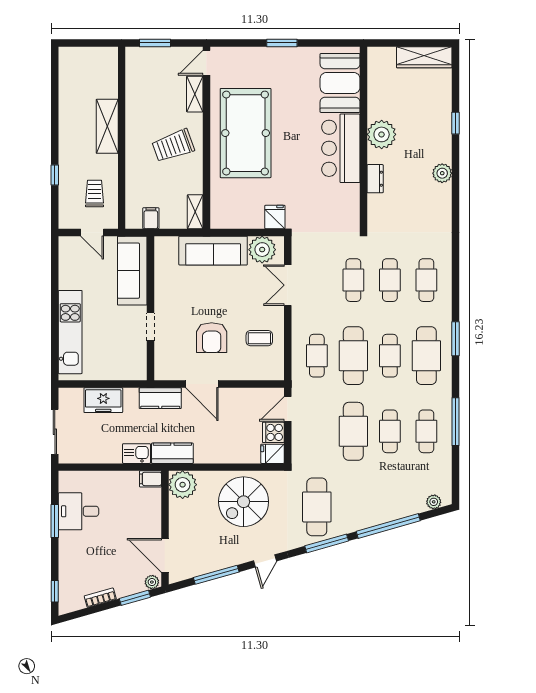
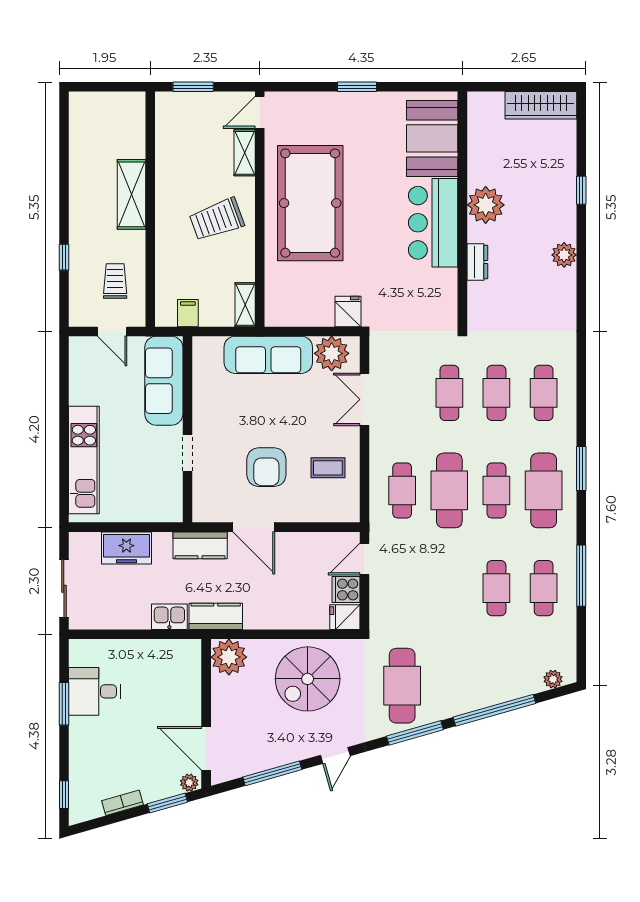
cafe table: (353, 431) -> (449, 588), removed
filing cabinet: (150, 479) -> (187, 650), removed

